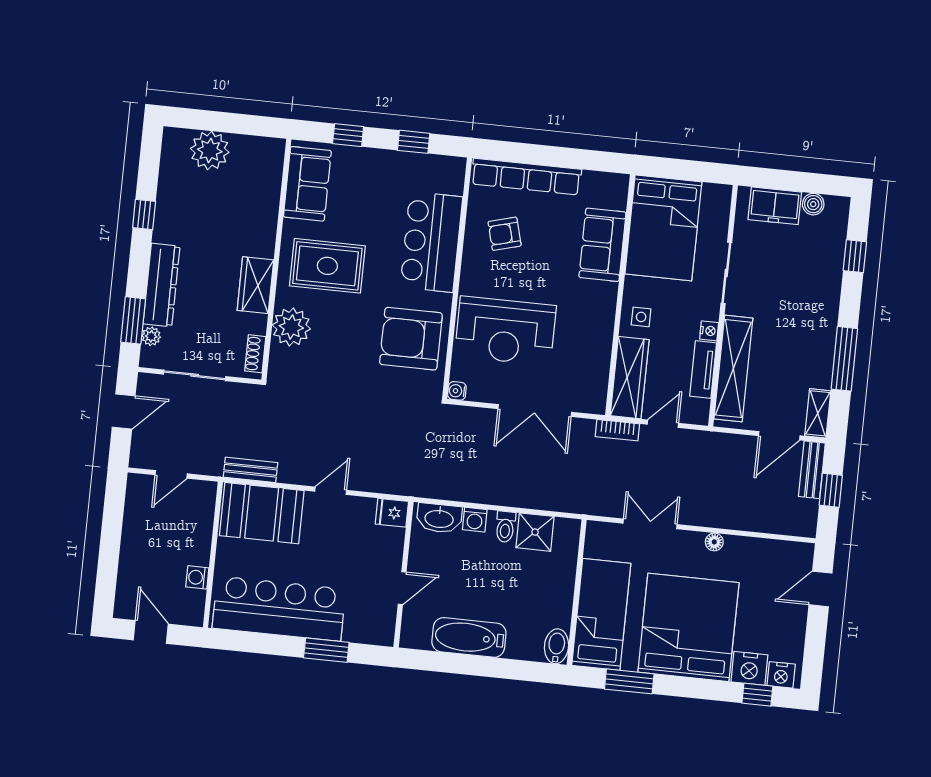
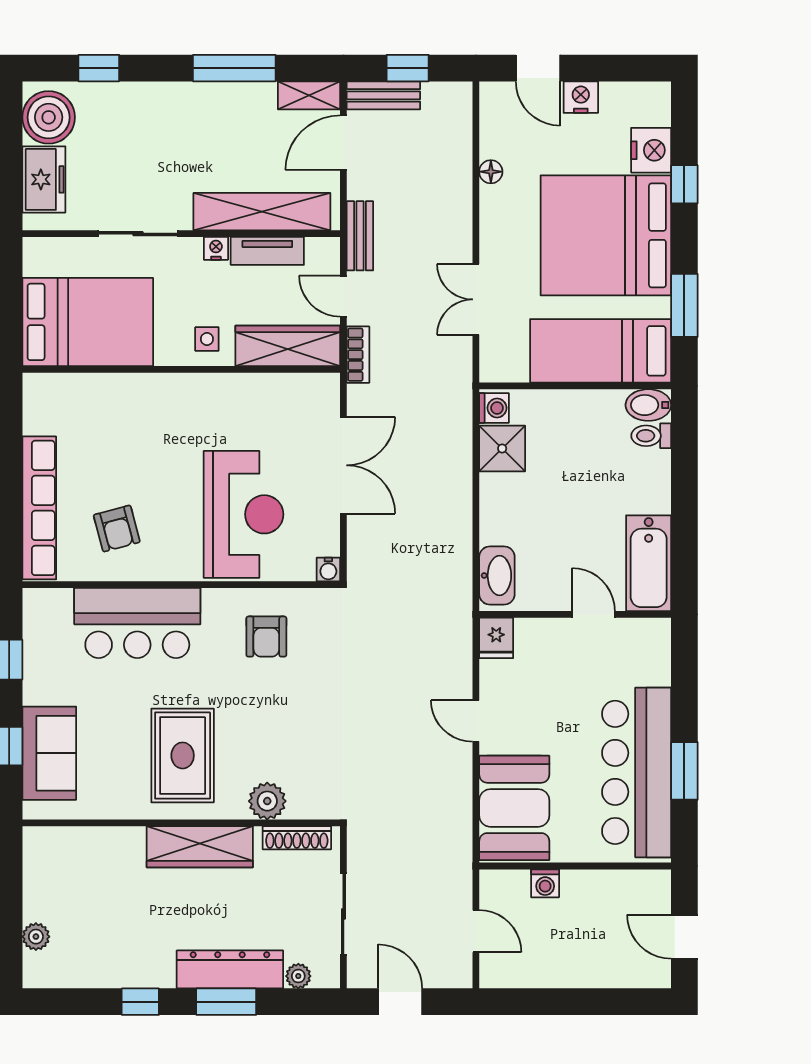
plant: (210, 150) -> (36, 937), width x0.53, depth x0.53
sofa: (307, 184) -> (49, 753), moved, turned 90
boiler: (813, 204) -> (49, 117), width x1.86, depth x1.86
sofa: (602, 245) -> (118, 399), removed
wardrobe: (255, 285) -> (200, 847), width x1.50
window: (133, 320) -> (226, 1002), moved
plant: (291, 327) -> (267, 801), width x0.73, depth x0.73
armchair: (411, 339) -> (266, 637), width x0.53, depth x0.53
shoe rack: (255, 354) -> (297, 838), width x1.43
door: (779, 436) -> (343, 143), swing flipped
bench: (251, 470) -> (360, 236), moved
washing machine: (475, 520) -> (494, 408), moved
toilet: (505, 527) -> (651, 436), moved, turned 180
floor lamp: (714, 542) -> (491, 172), moved
washing machine: (197, 577) -> (545, 883), moved
door: (151, 632) -> (684, 937), hinge flipped
bathtub: (469, 637) -> (649, 563), moved
window: (326, 650) -> (684, 771), moved
nightstand: (781, 675) -> (581, 97), moved, turned -90
window: (757, 695) -> (684, 184), moved

